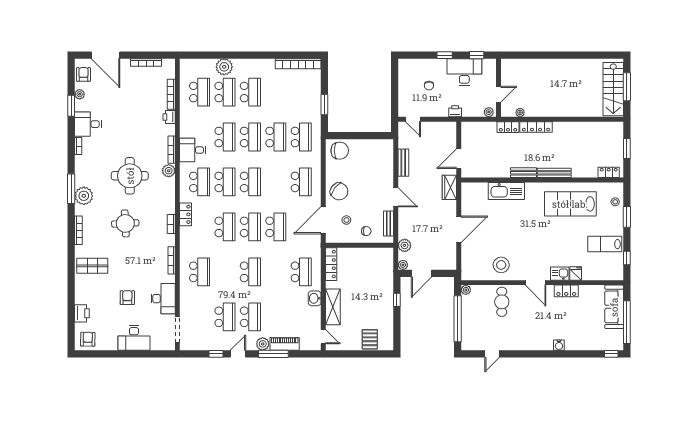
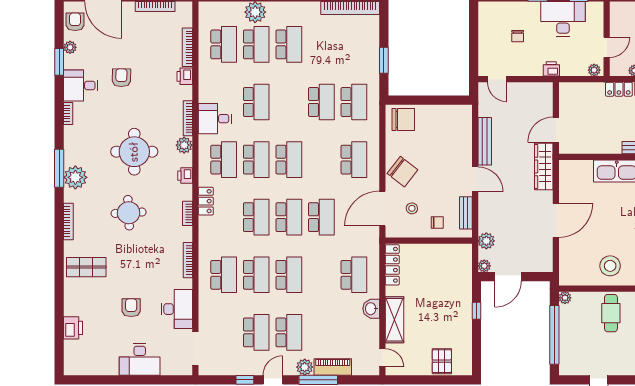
school desk: (250, 137) -> (256, 275), moved
bench: (403, 163) -> (485, 141), width x1.36
wardrobe: (449, 187) -> (544, 166), width x1.50
printer: (169, 194) -> (185, 176), added
armchair: (88, 339) -> (121, 78), moved

